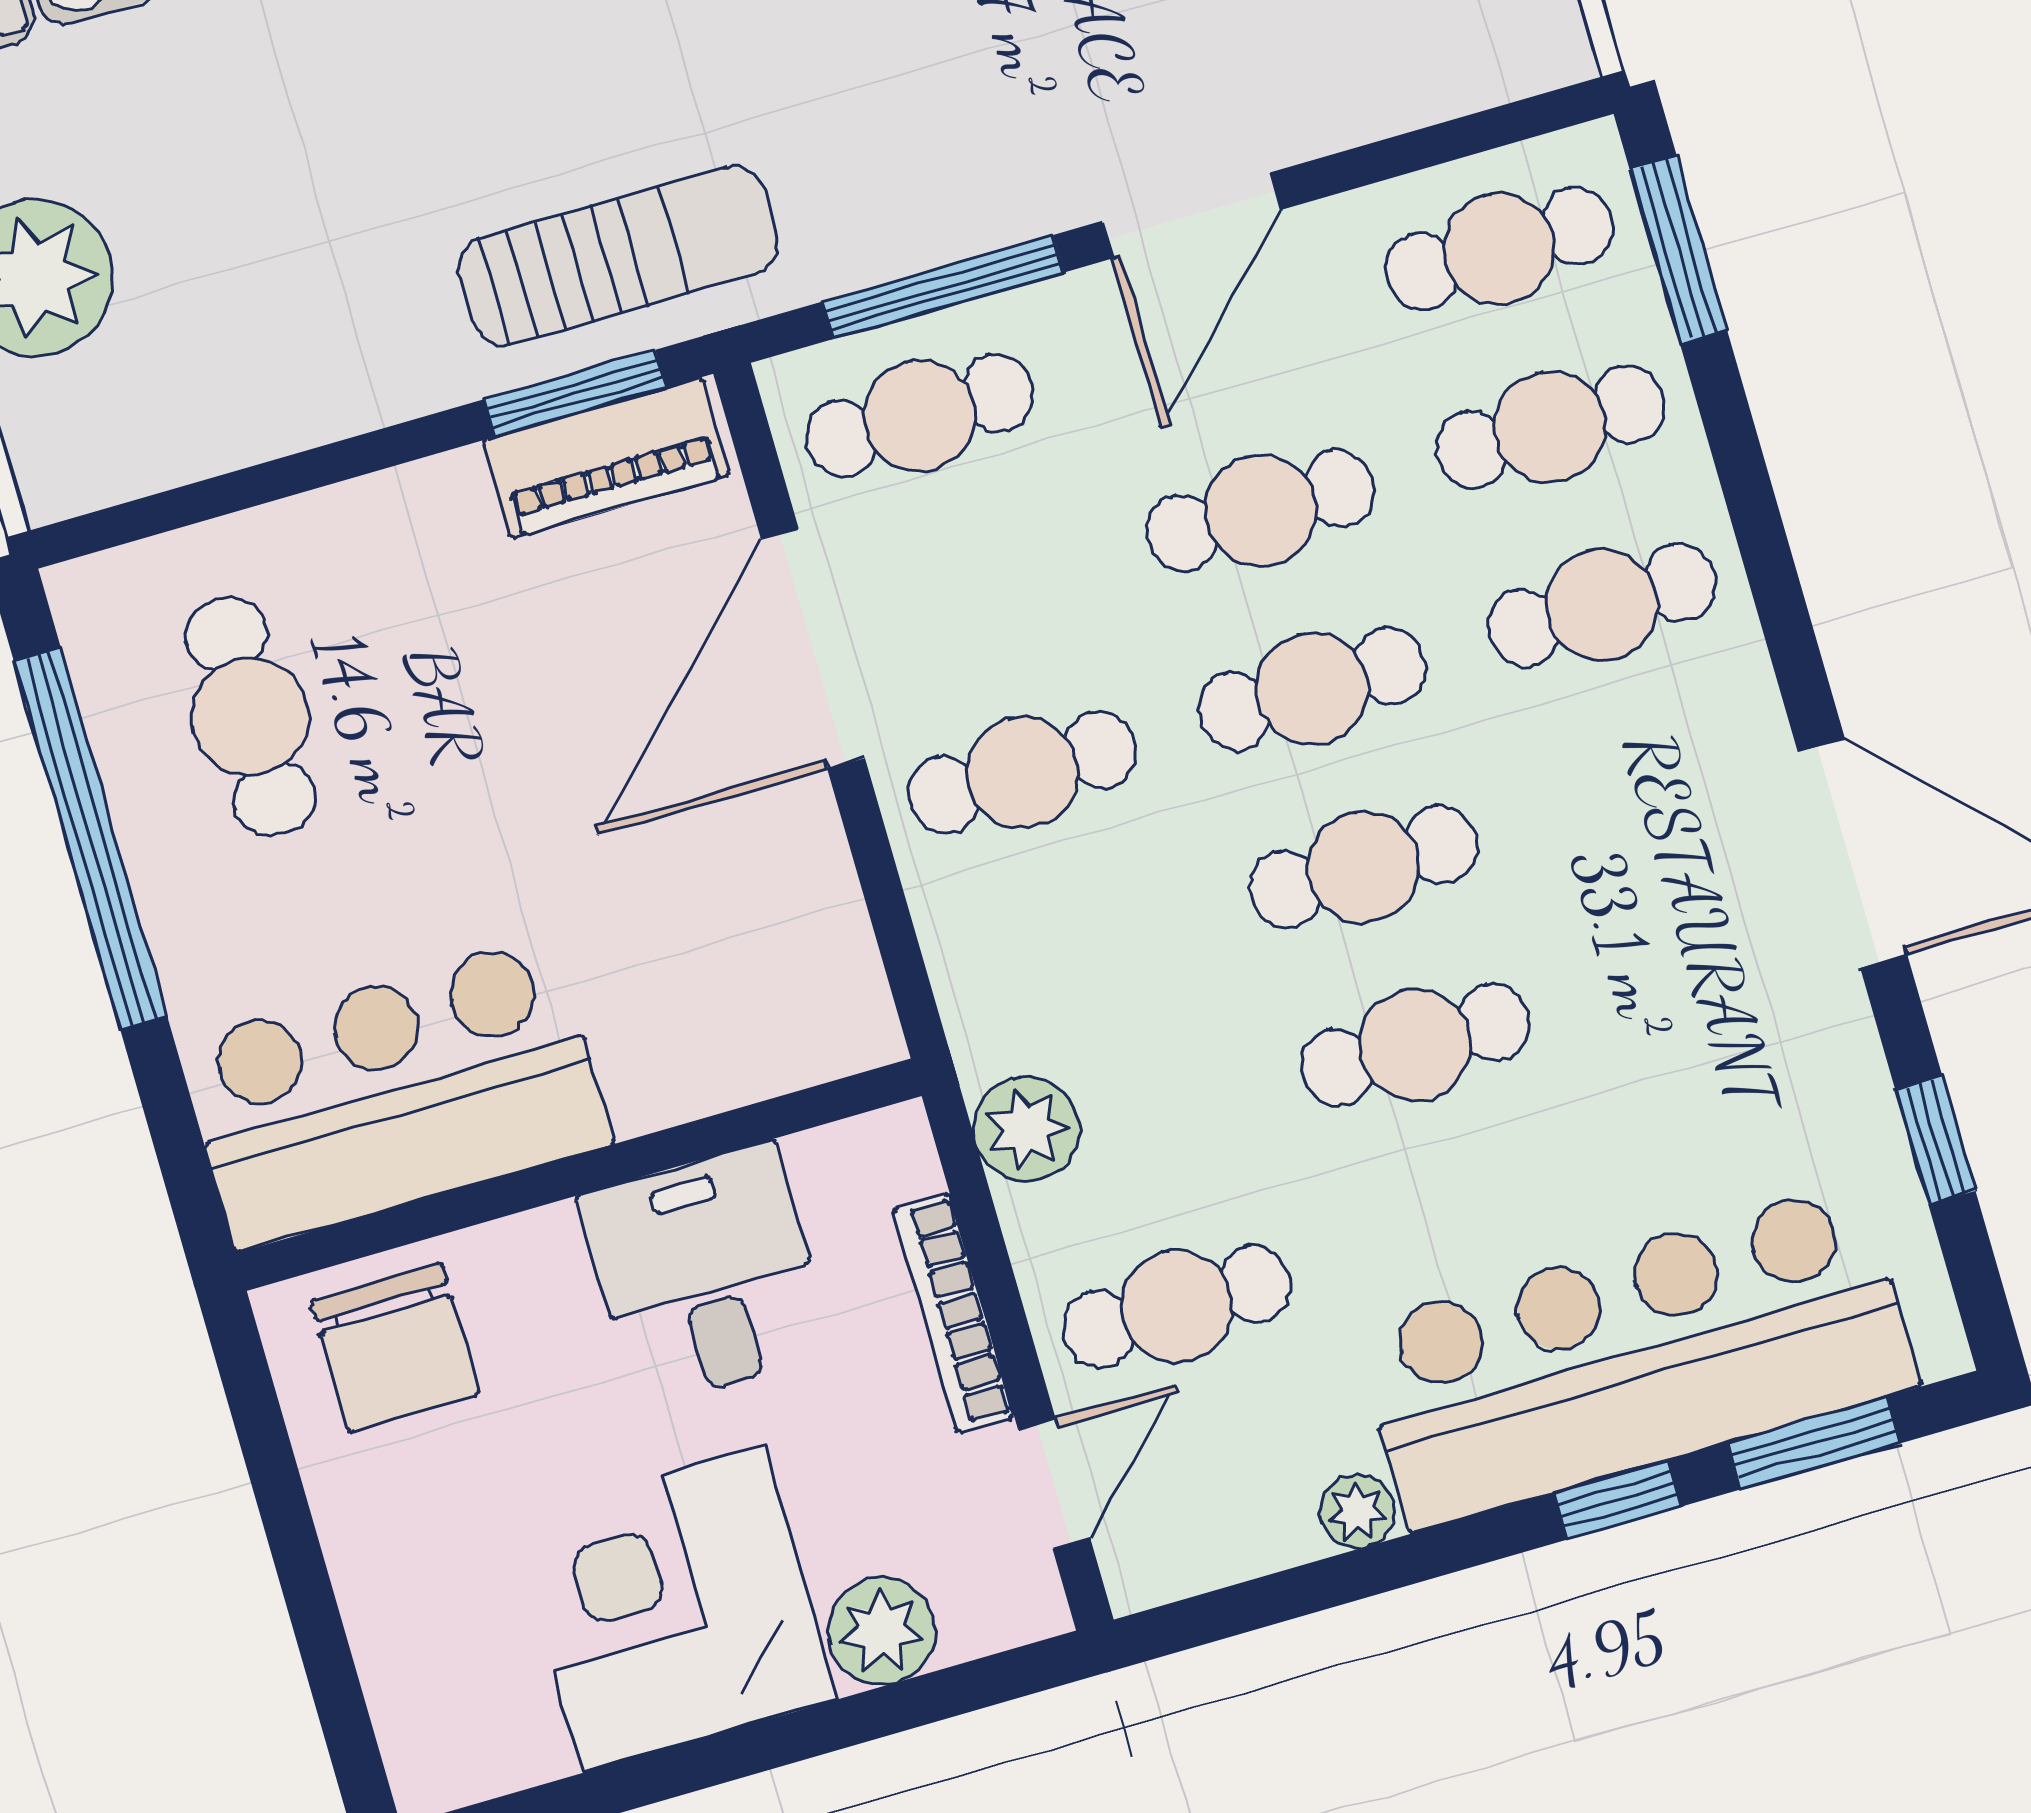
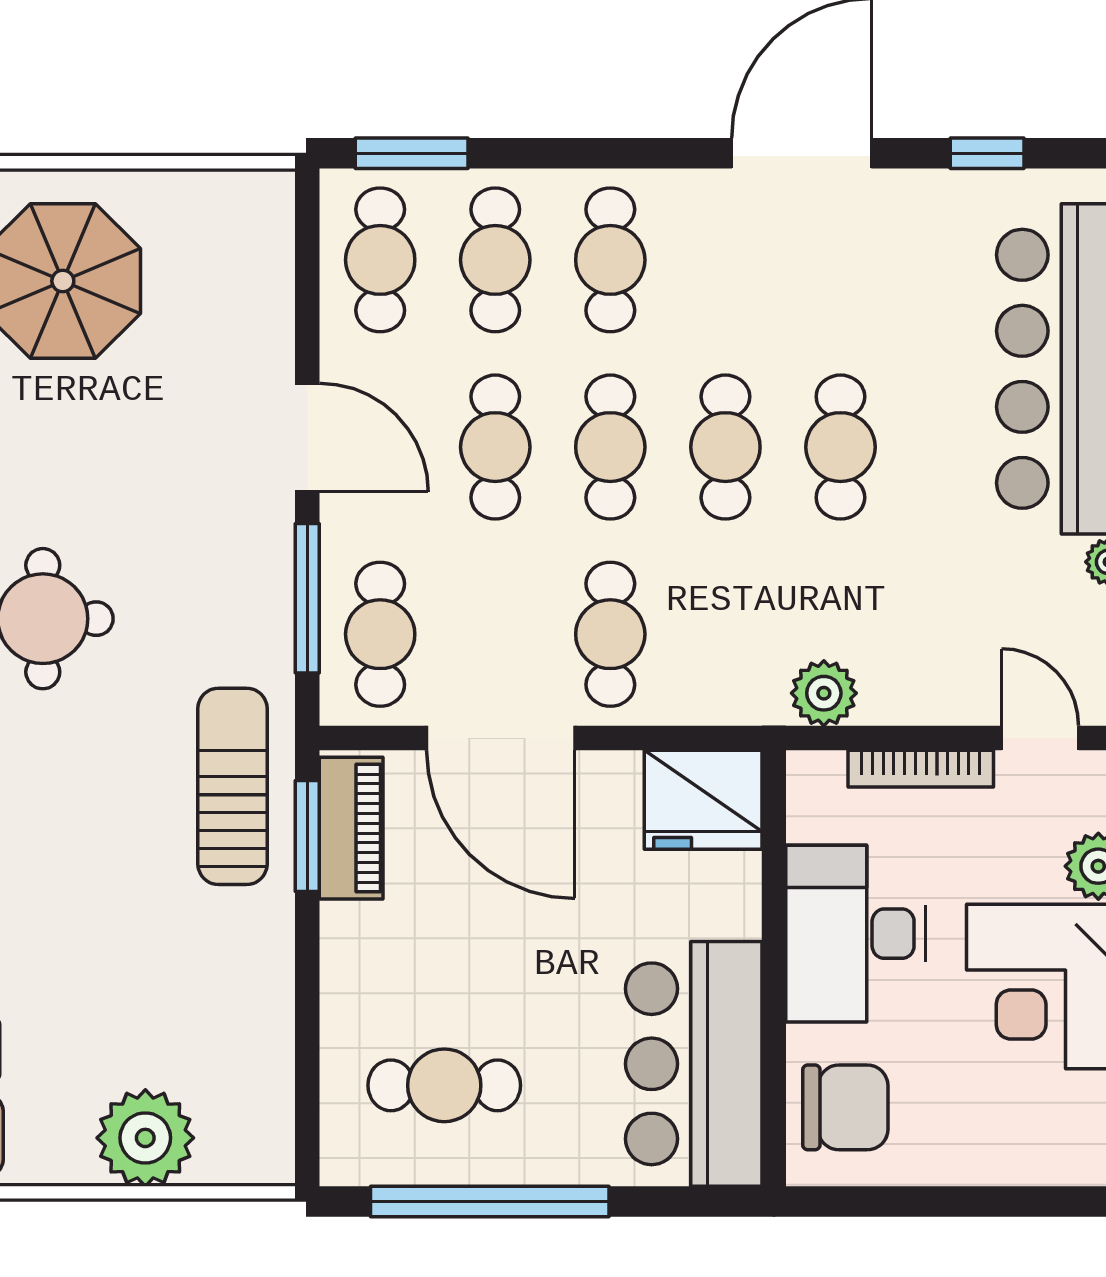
fridge: (808, 990) -> (703, 800), added
desk: (706, 1275) -> (856, 934), width x1.37
cafe table: (1177, 1307) -> (956, 634), removed

